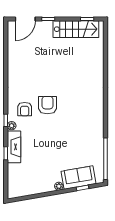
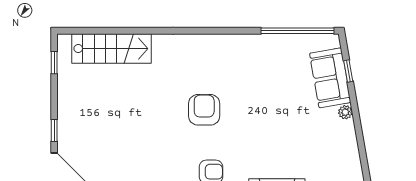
stairs: (76, 29) -> (111, 49), moved, turned 90
armchair: (47, 105) -> (204, 110), moved, turned 90

